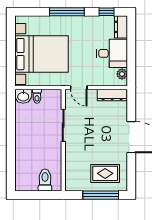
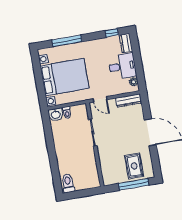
window: (67, 12) -> (67, 41), moved
rug: (105, 173) -> (134, 166), turned 90
toilet: (45, 180) -> (68, 183), moved

